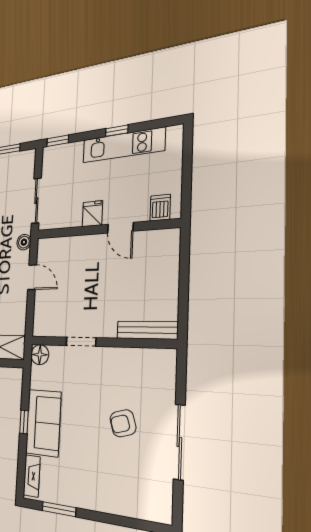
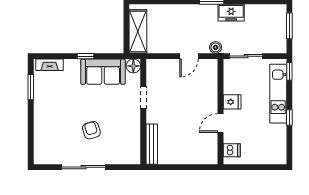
kitchen unit: (123, 145) -> (278, 94), moved
sofa: (43, 423) -> (103, 72), moved

